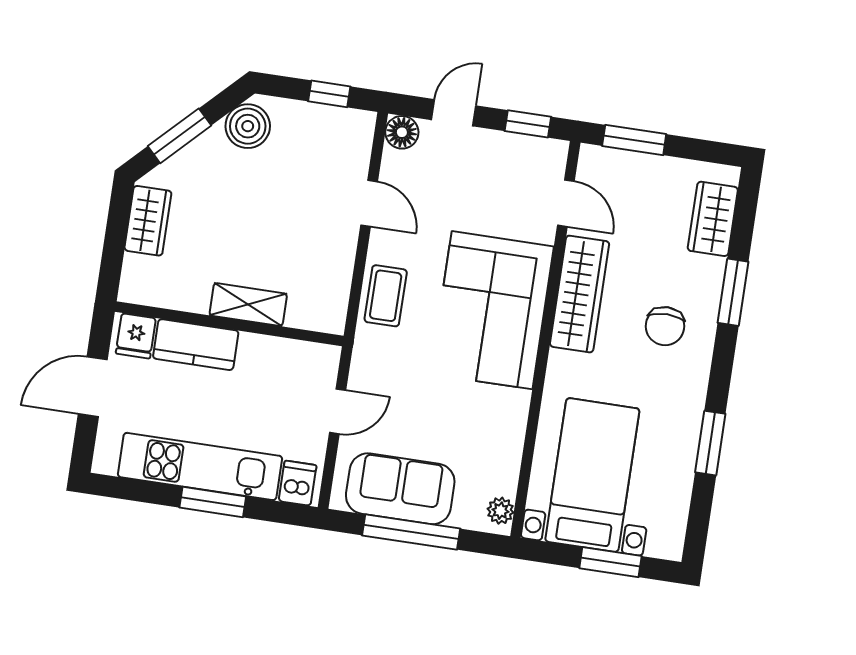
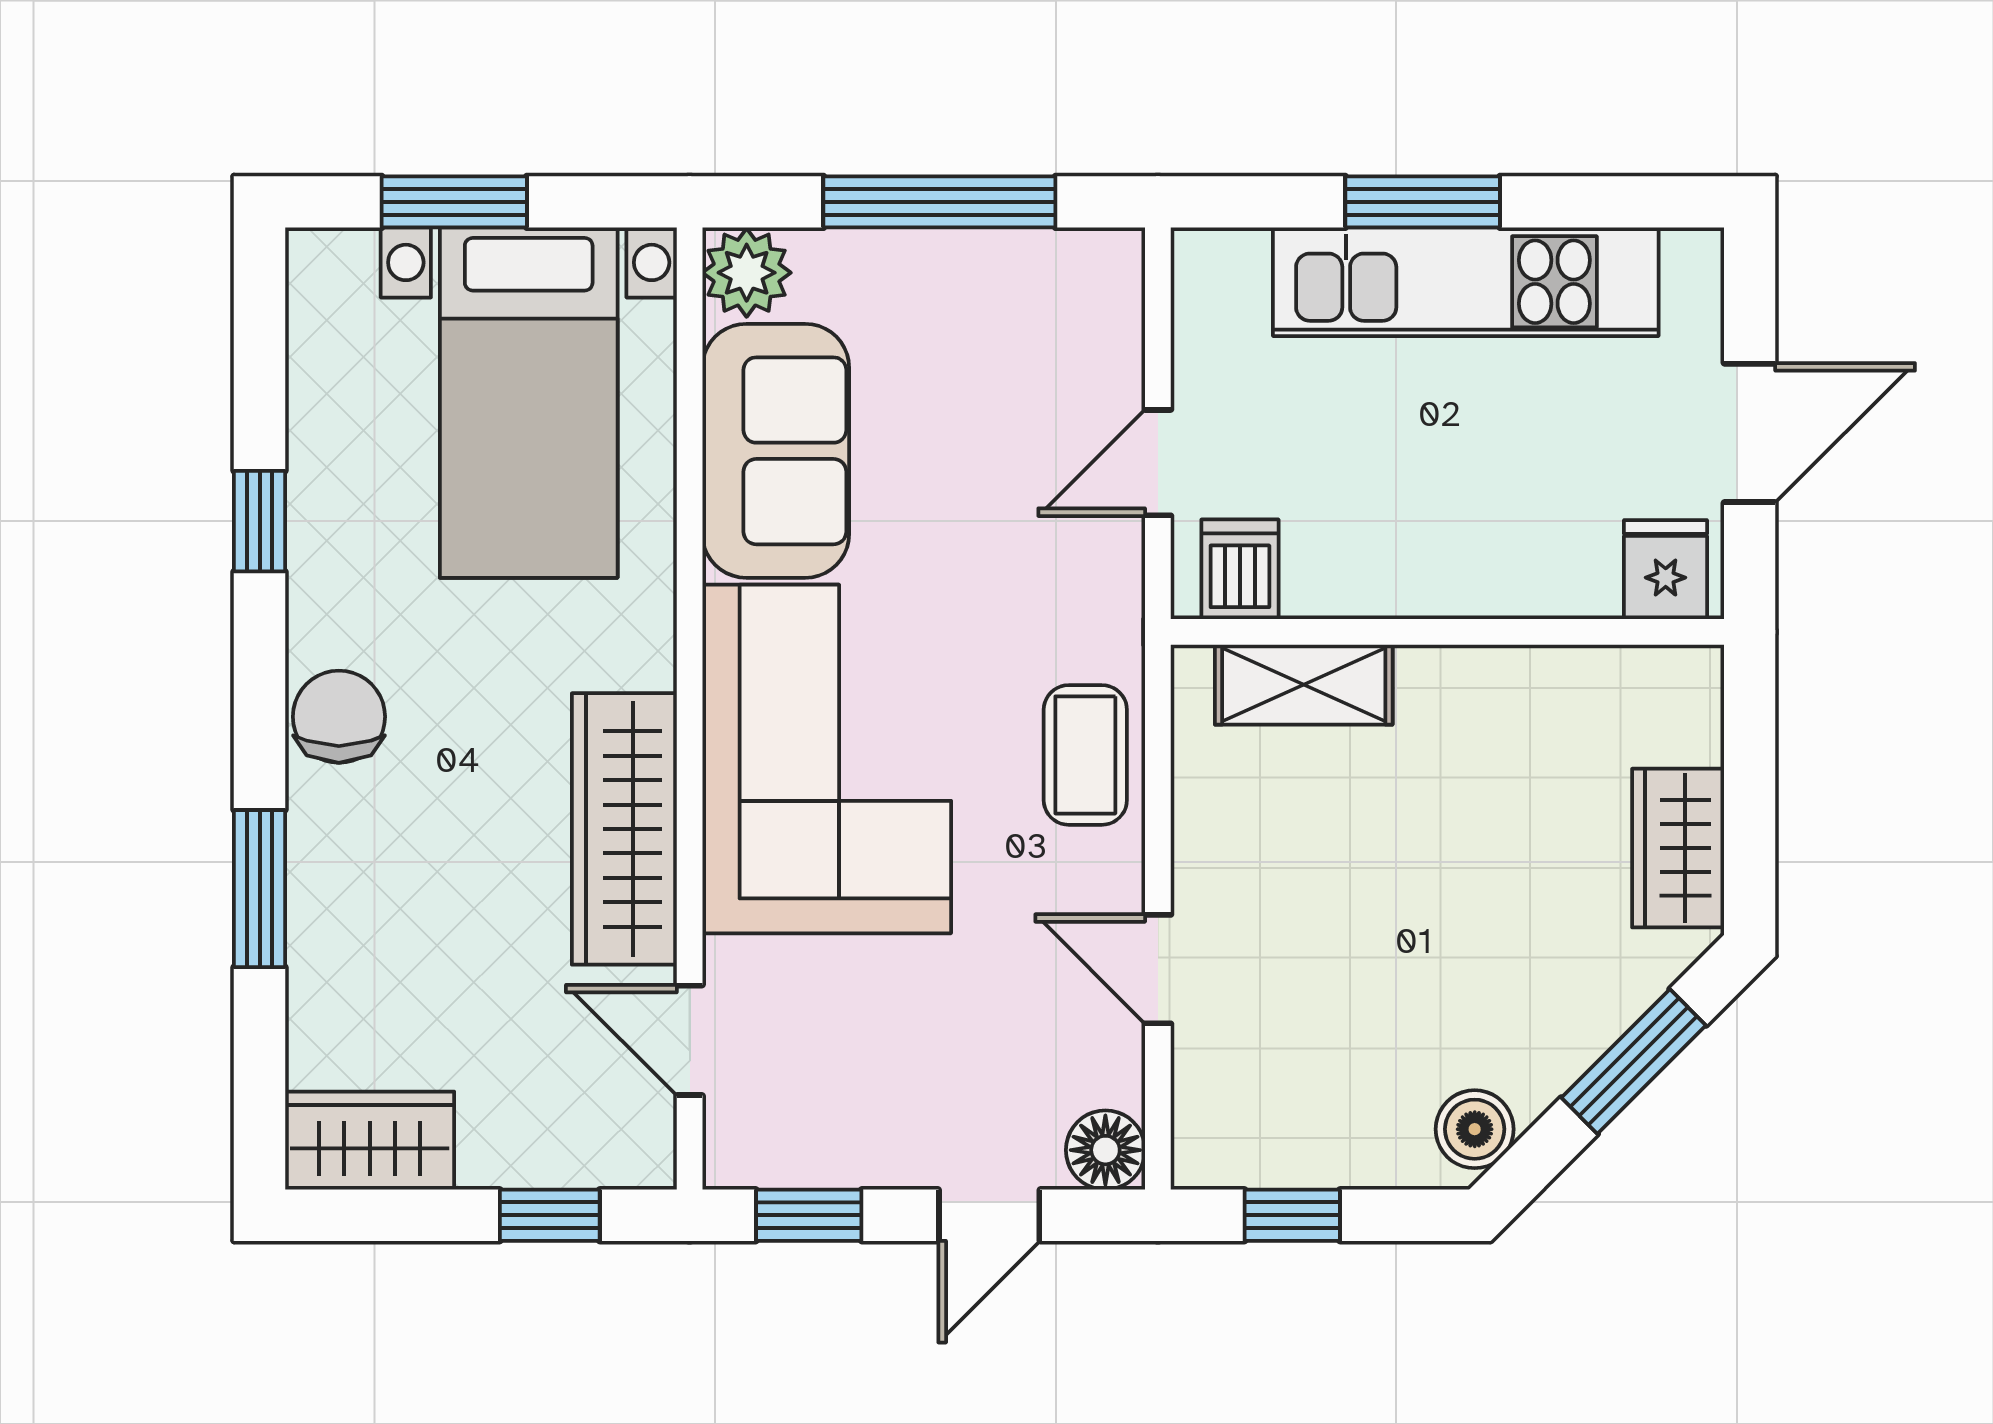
boiler: (248, 126) -> (1475, 1129), width x0.73, depth x0.73
window: (634, 140) -> (550, 1215), width x0.67
wardrobe: (713, 219) -> (370, 1141), moved, turned -90
shelving: (248, 305) -> (1304, 685), moved
chair: (665, 326) -> (339, 717), moved
kitchen counter: (196, 345) -> (1520, 570), removed
window: (710, 443) -> (260, 521), width x0.67
dishwasher: (298, 483) -> (1240, 569), moved, turned 180
sofa: (400, 489) -> (776, 451), moved, turned -90
plant: (500, 511) -> (747, 273), width x1.38, depth x1.38

